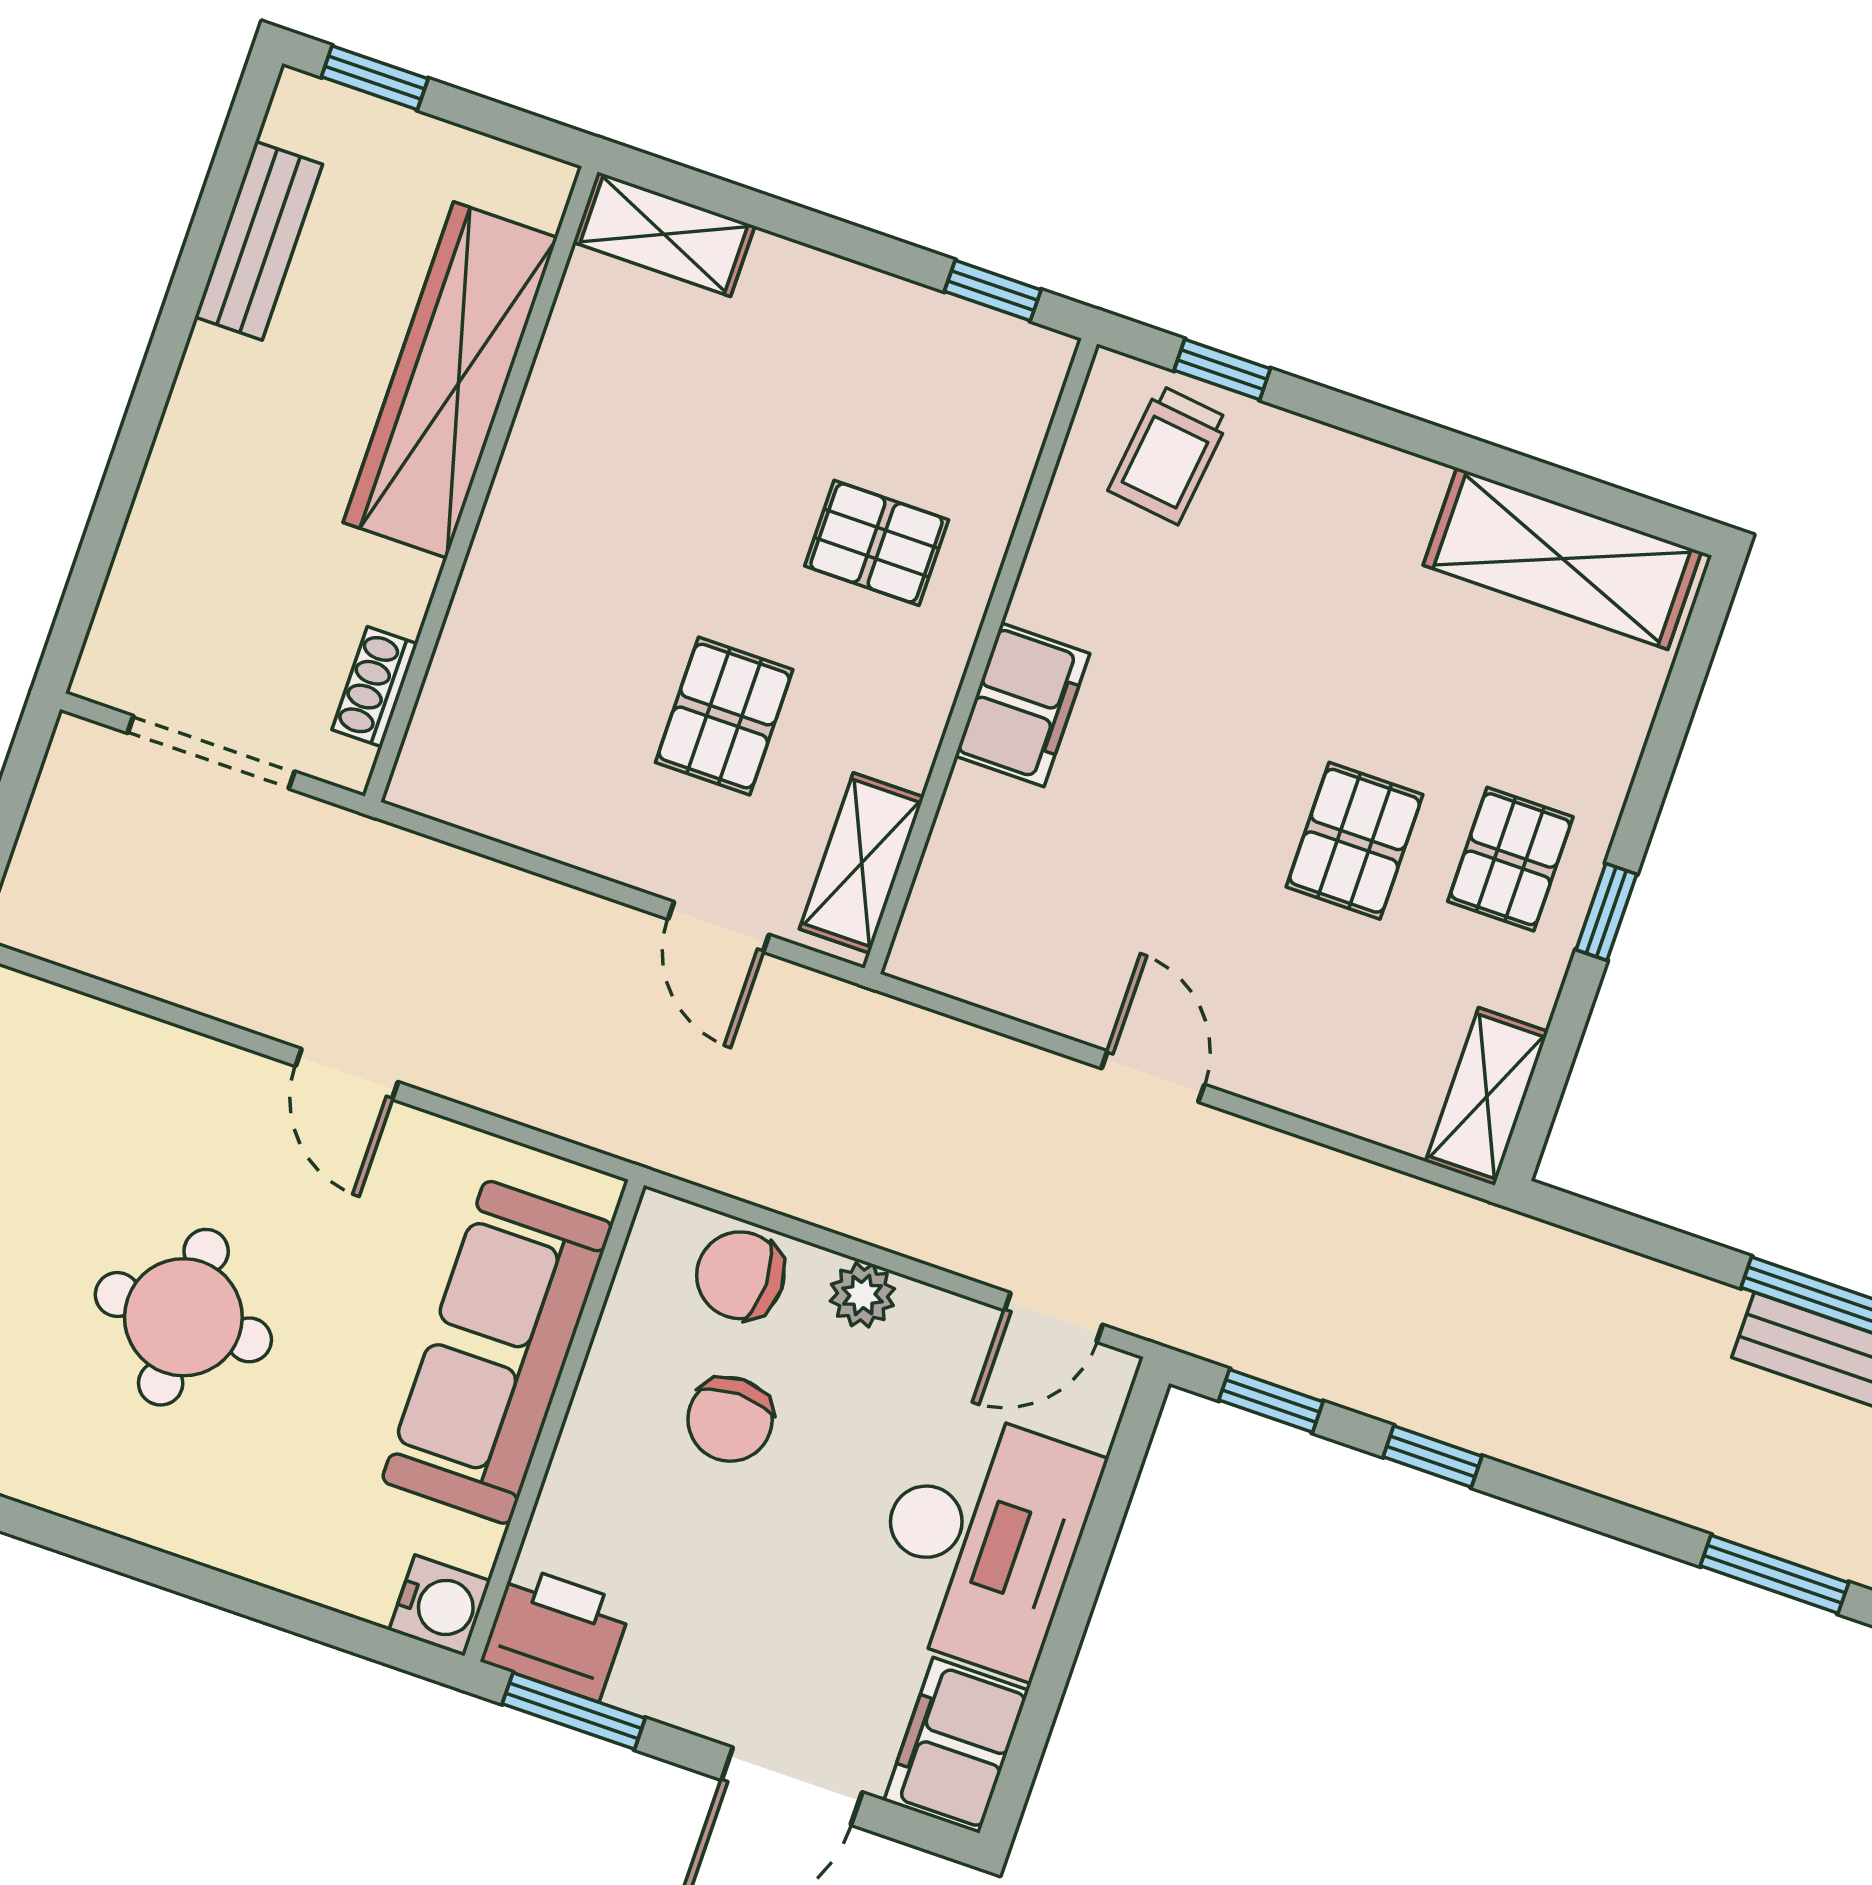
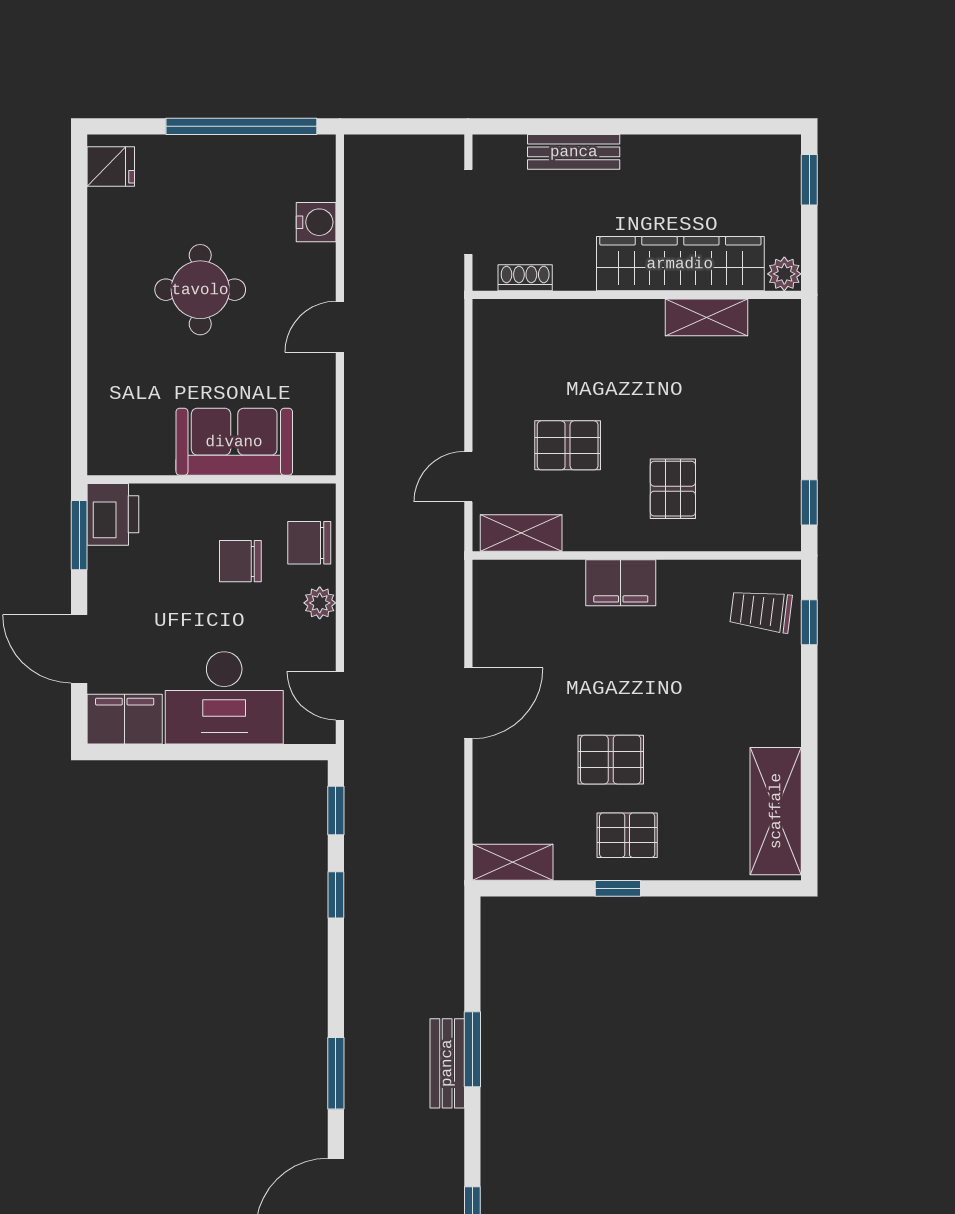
plant: (538, 188) -> (784, 274), added
shelving: (664, 234) -> (706, 317), moved, turned 90
bench: (259, 241) -> (574, 152), moved
door: (1153, 1076) -> (468, 703), width x1.38
chair: (740, 1275) -> (309, 543), turned -90
sofa: (497, 1352) -> (234, 442), width x0.73
water cooler: (440, 1605) -> (316, 222), moved, turned -90

